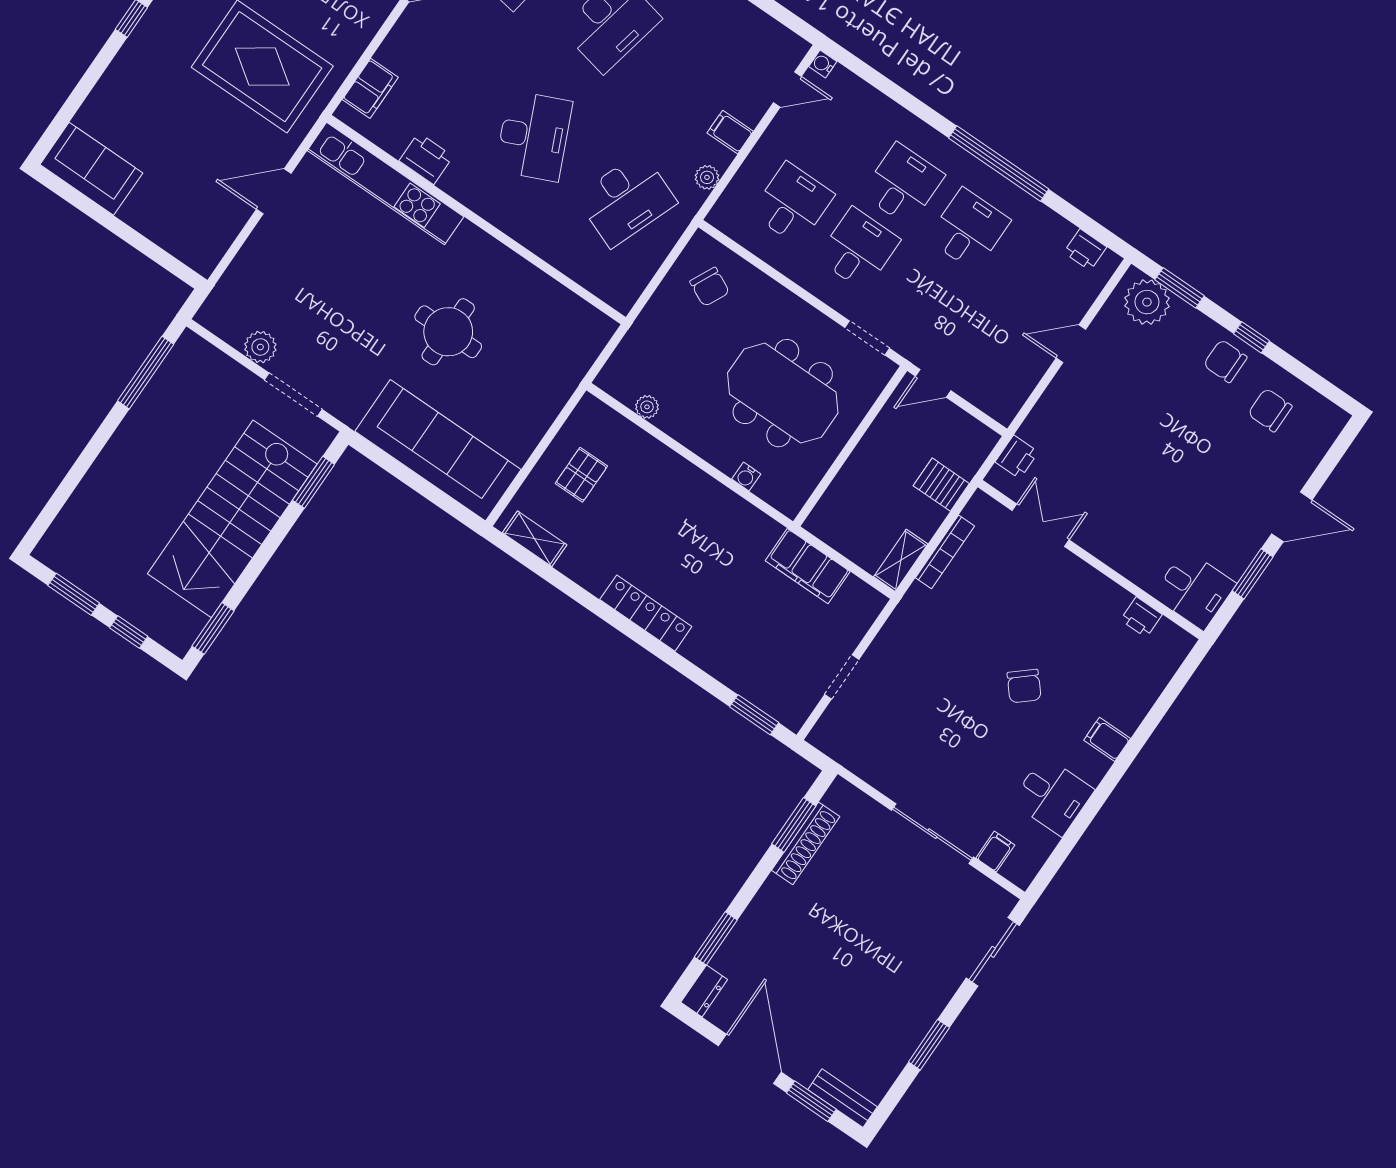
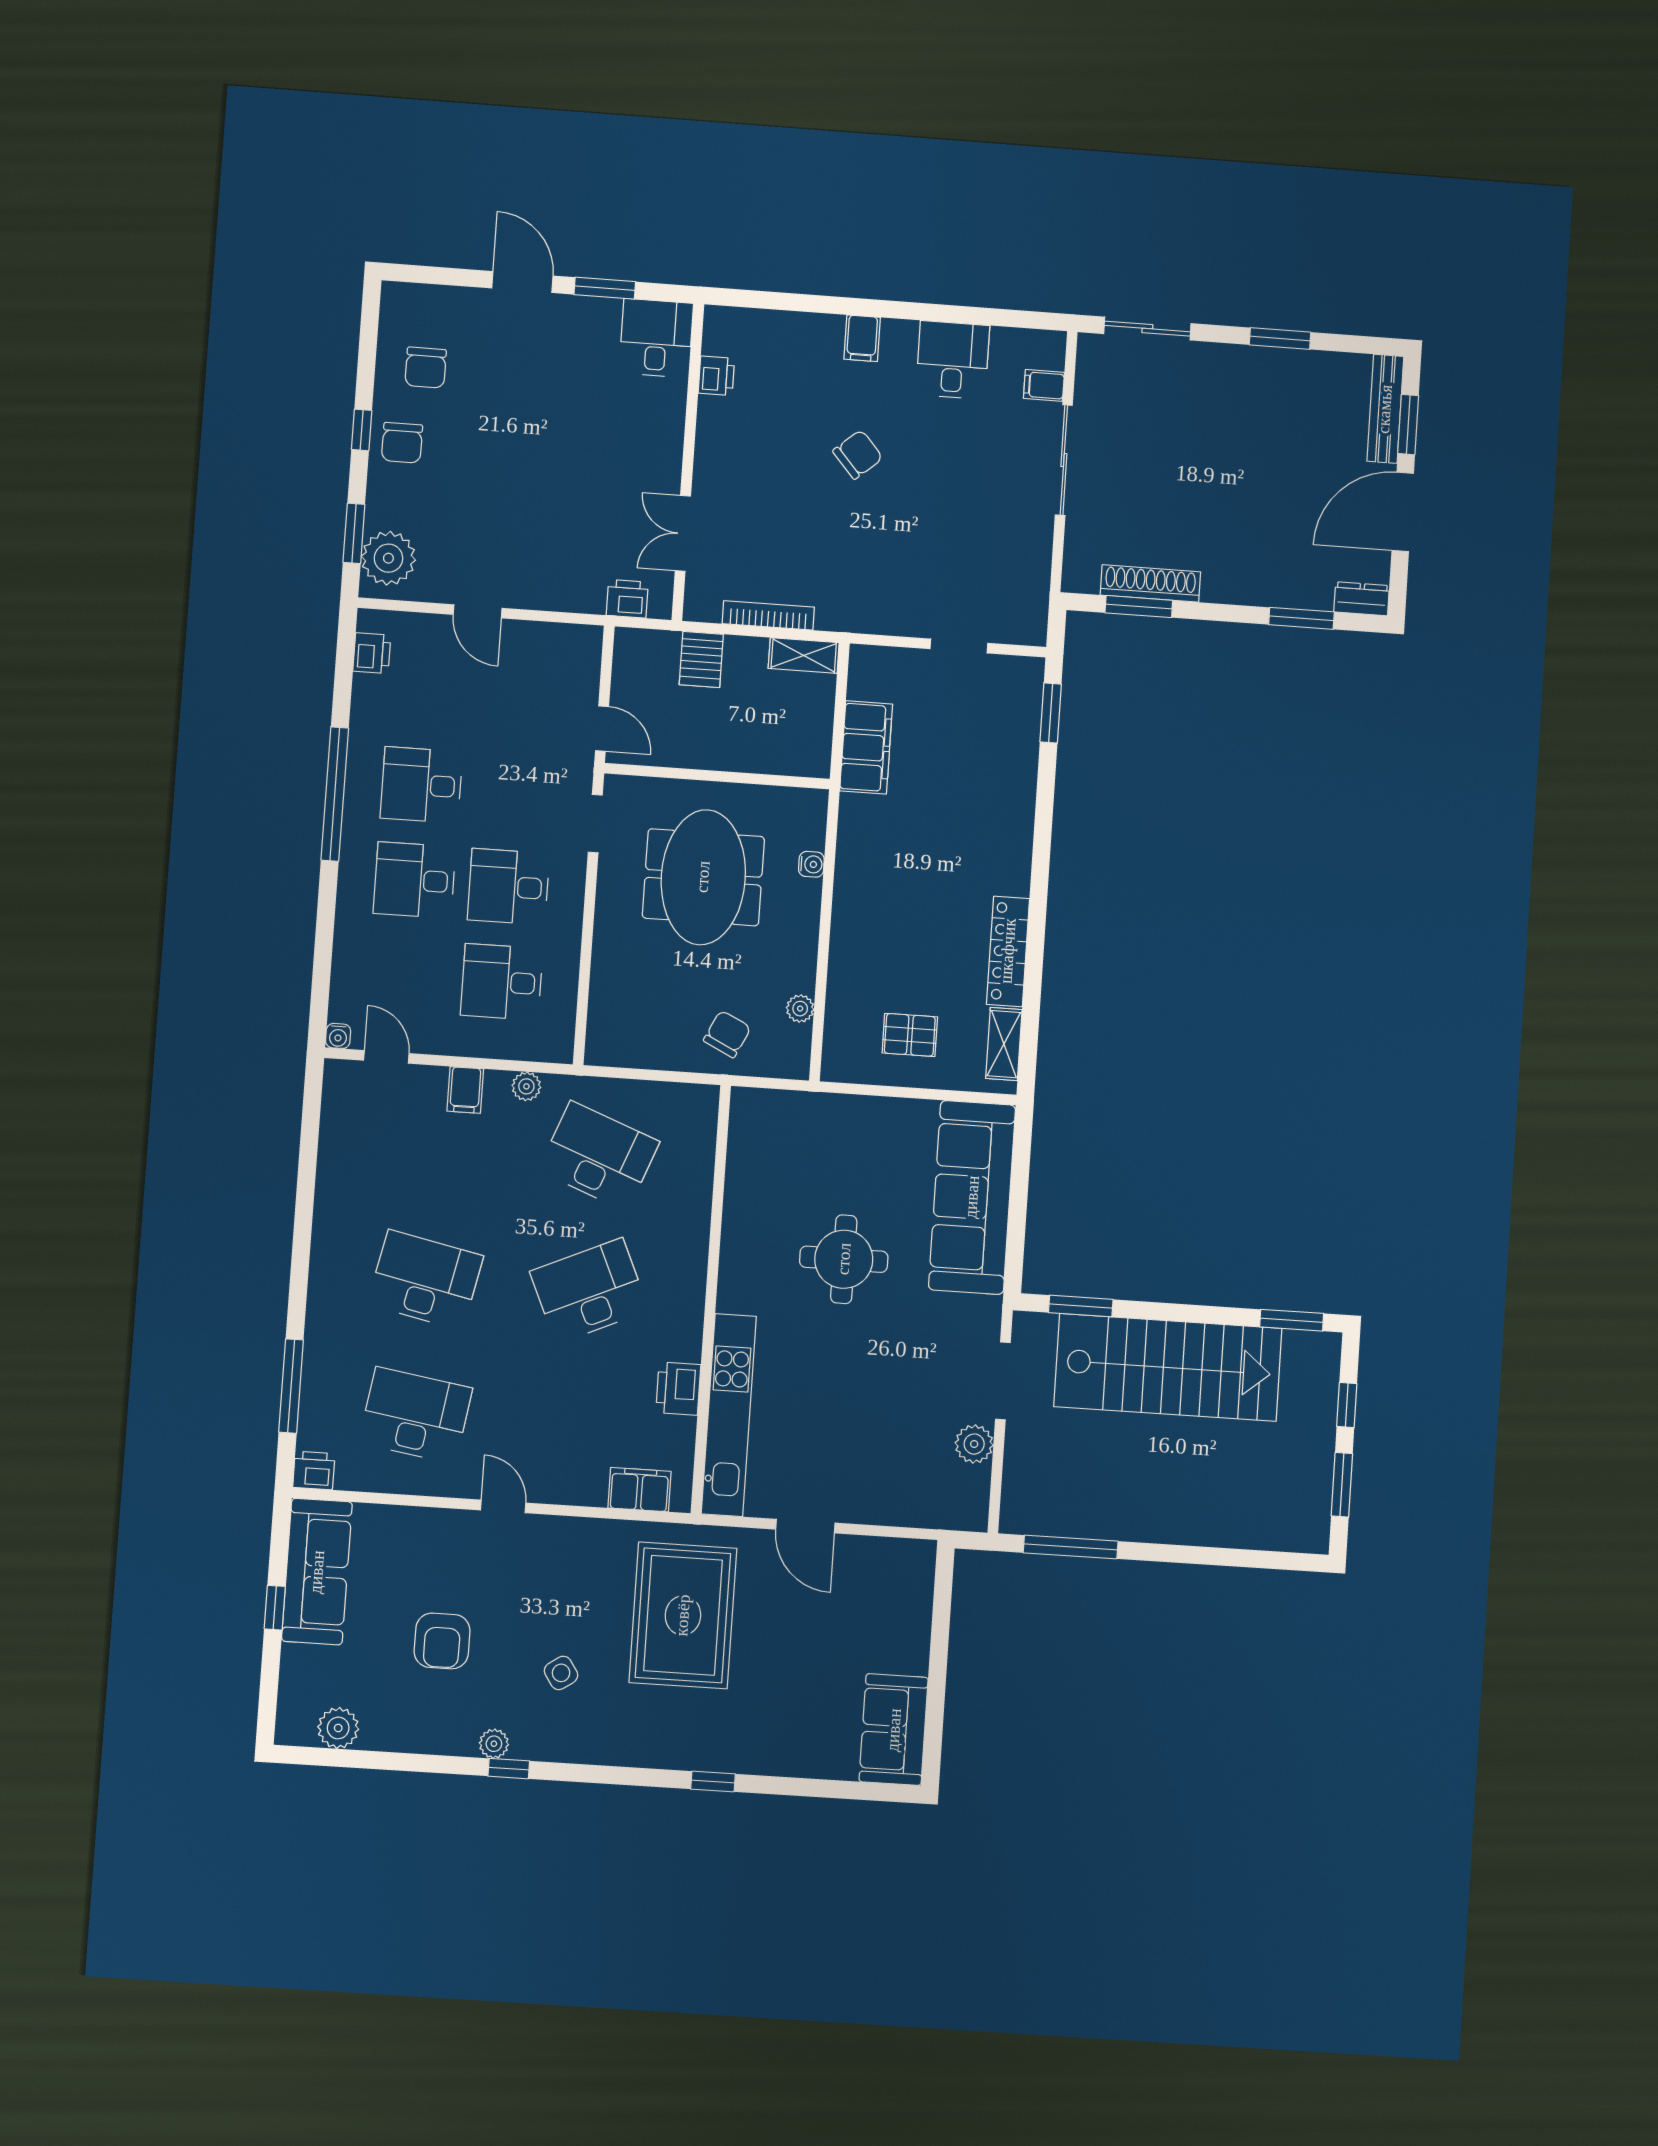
chair: (710, 287) -> (727, 1034), moved
locker: (646, 613) -> (1008, 951), moved
bench: (843, 1098) -> (1385, 409), width x1.36

